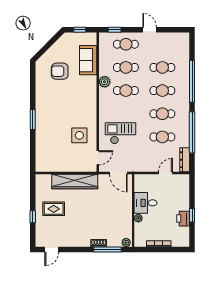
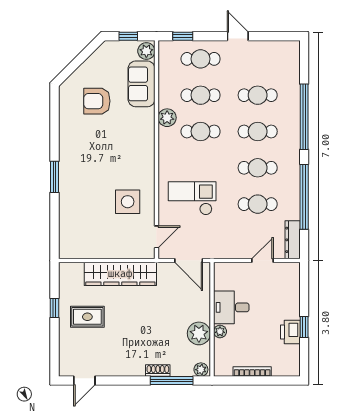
plant: (91, 39) -> (146, 51), added
window: (33, 217) -> (54, 308), moved
plant: (125, 219) -> (199, 333), added

